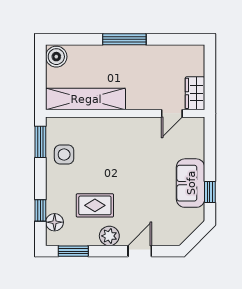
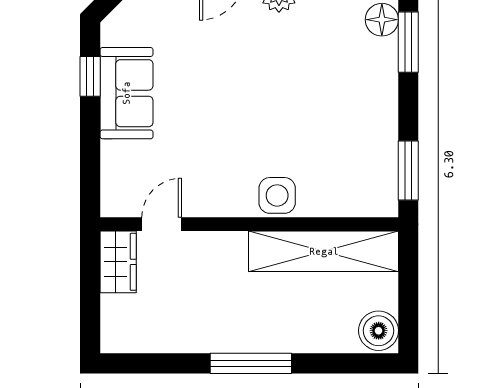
side table: (64, 155) -> (277, 195), moved
rug: (95, 205) -> (306, 51), removed
window: (40, 210) -> (408, 42), width x1.50

